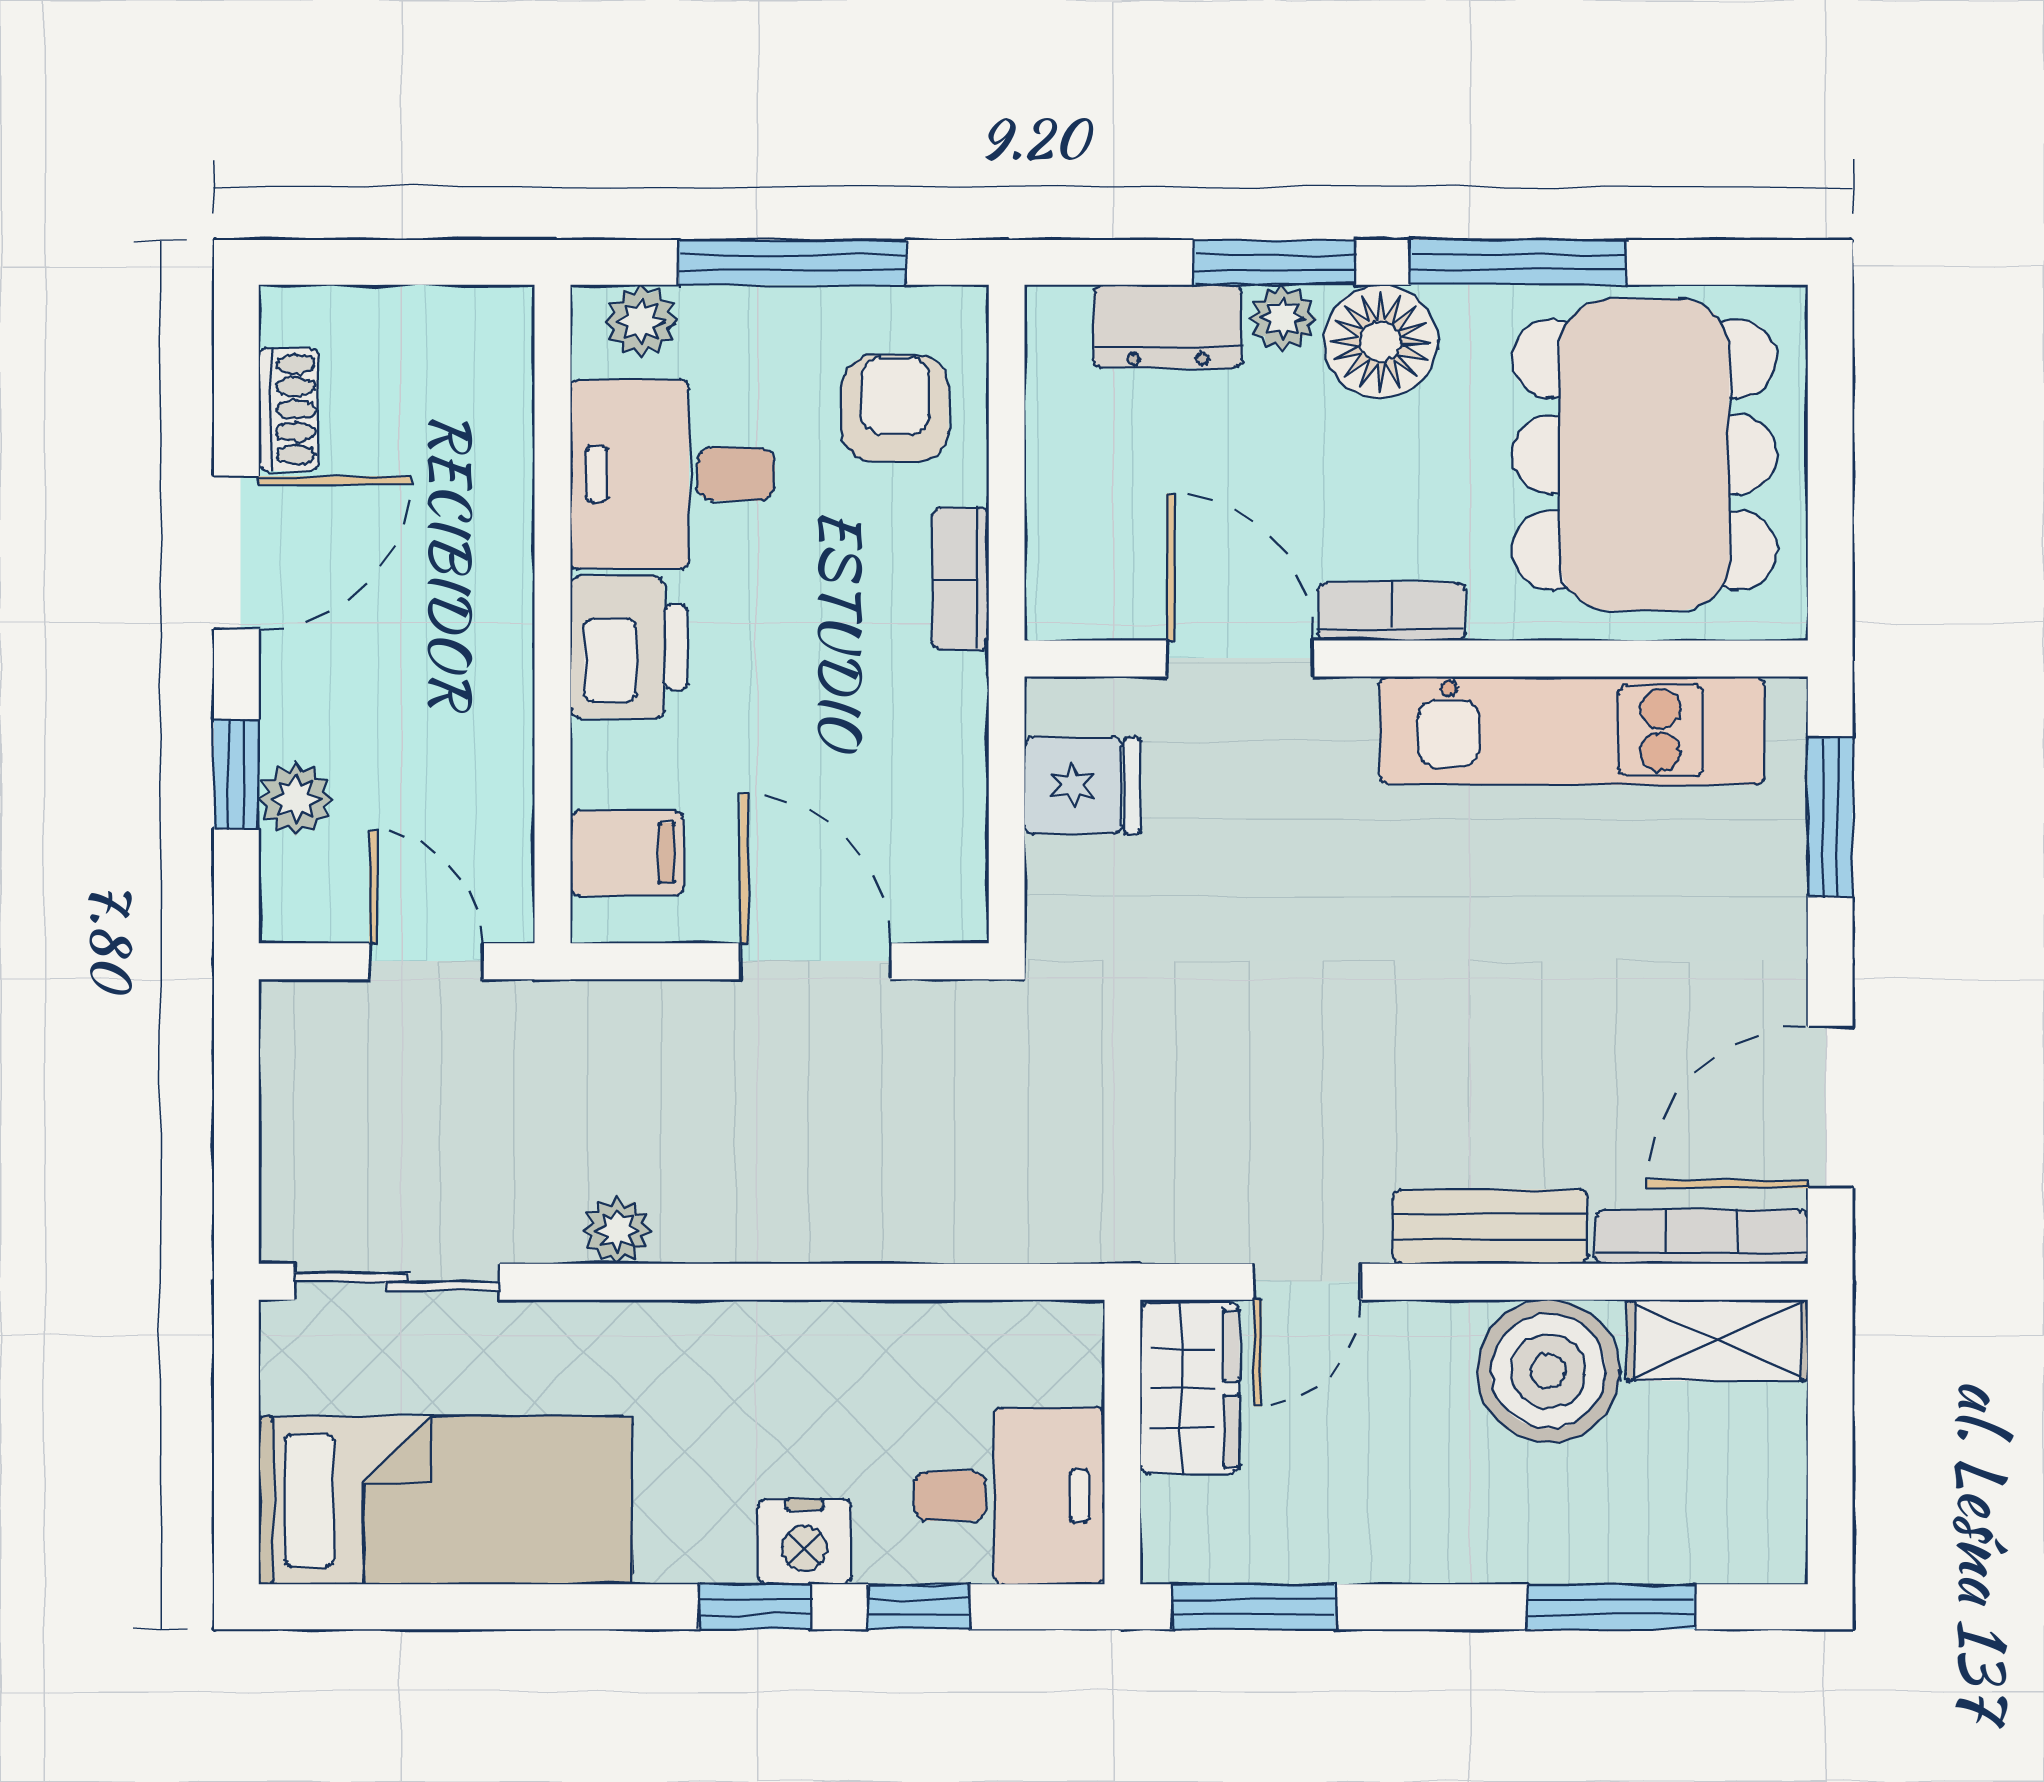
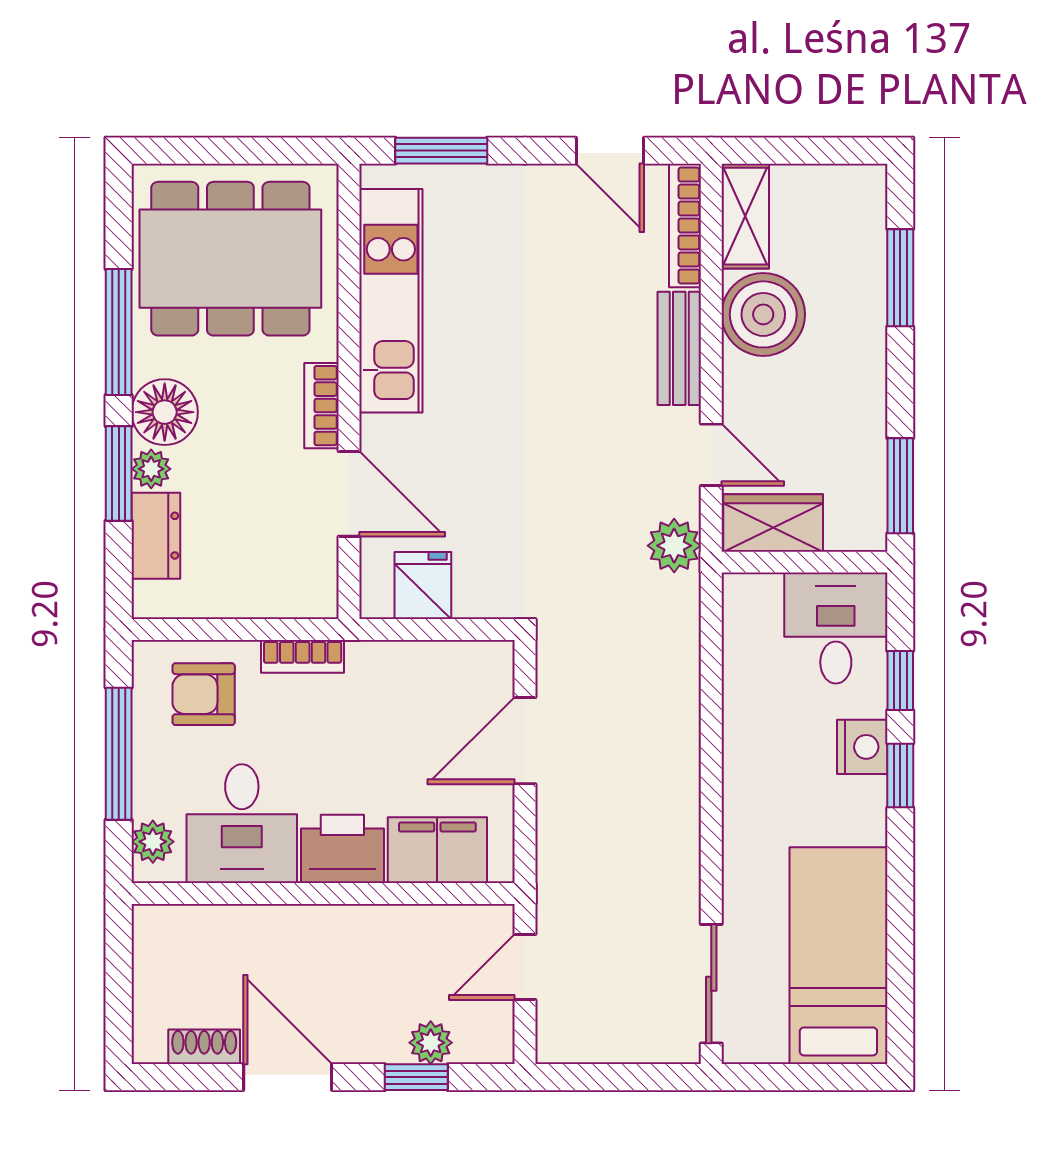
door: (1240, 658) -> (349, 494), swing flipped
filing cabinet: (627, 853) -> (437, 850), width x2.00
door: (1830, 1108) -> (610, 151), width x0.73
plant: (617, 1230) -> (674, 546), moved, width x1.38, depth x1.38

